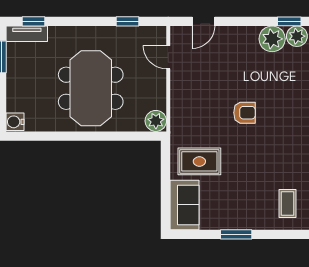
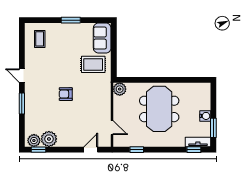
water cooler: (15, 122) -> (205, 116), moved

